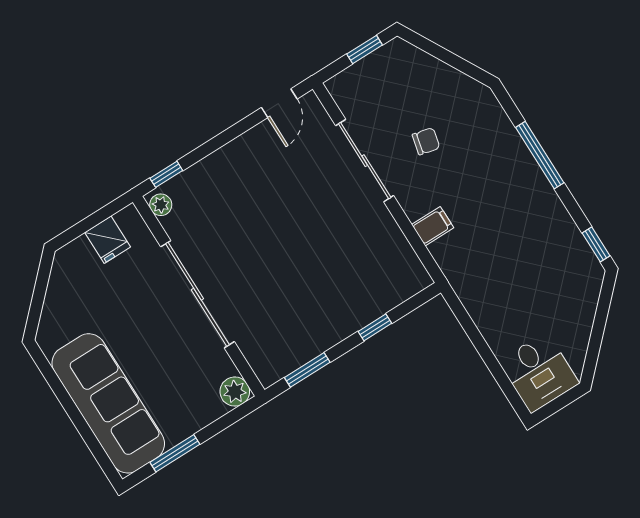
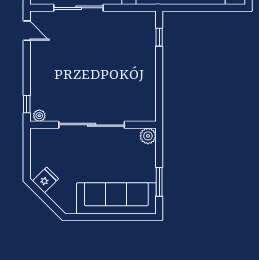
fridge: (108, 240) -> (45, 180), moved, turned -45
window: (375, 327) -> (159, 37), moved
window: (307, 370) -> (159, 96), removed

